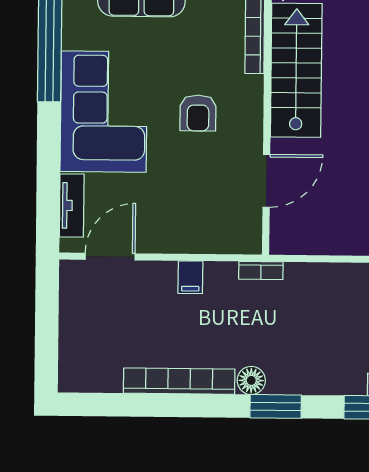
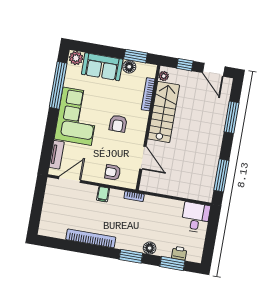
door: (266, 181) -> (143, 158), hinge flipped
armchair: (204, 225) -> (113, 172), added
floor lamp: (251, 380) -> (150, 248), moved

